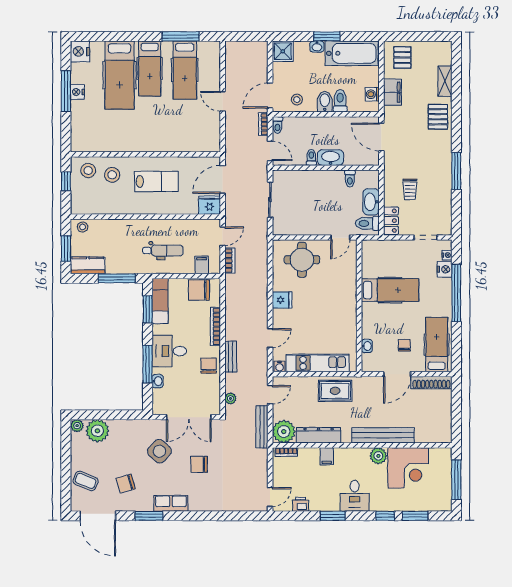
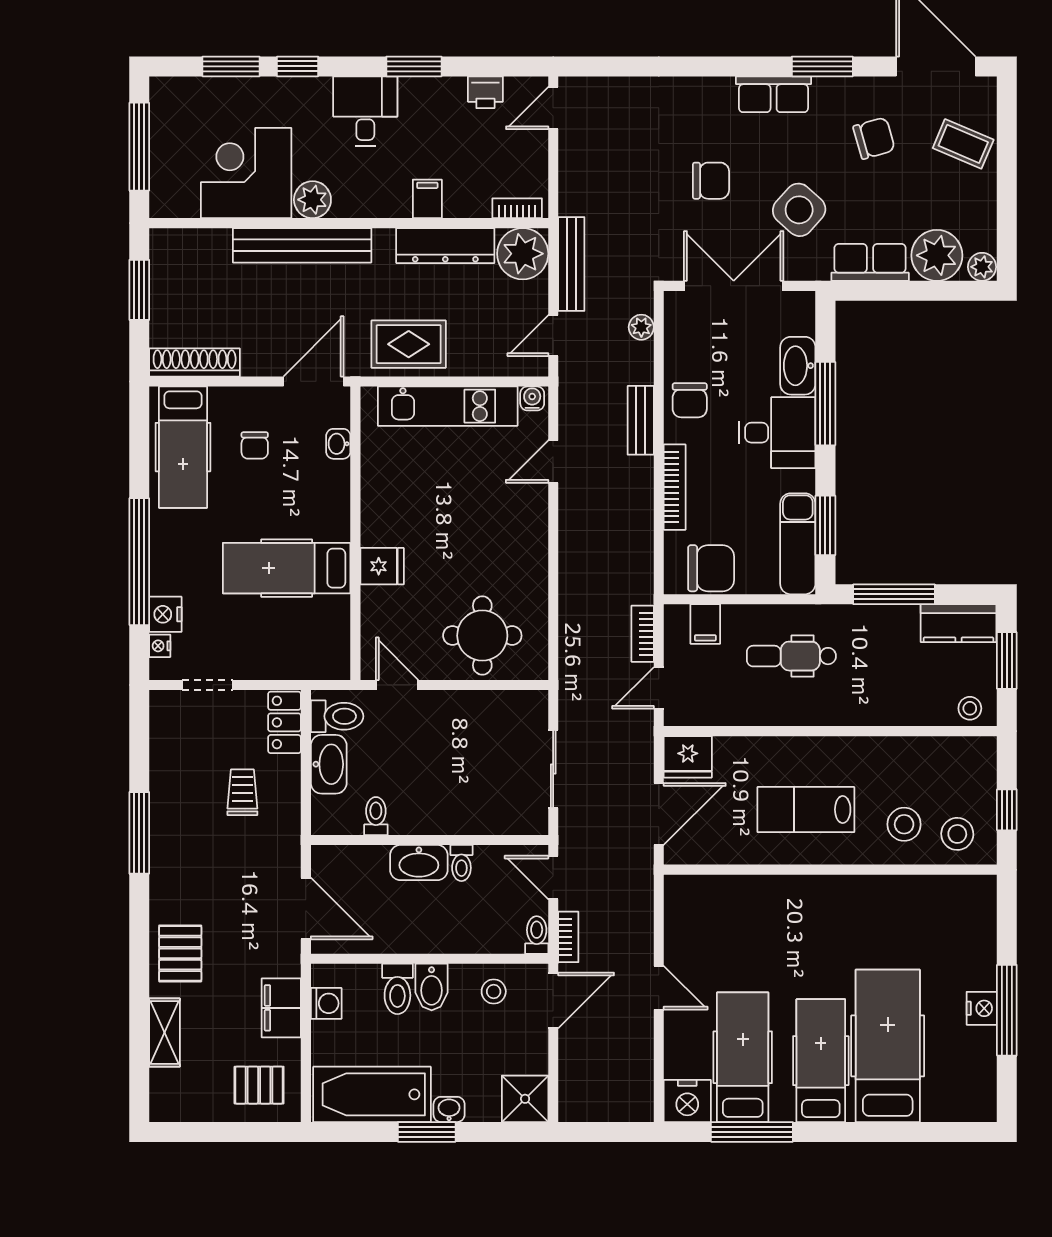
nightstand: (80, 51) -> (687, 1101), moved, turned 90
pallet: (402, 57) -> (259, 1085), turned 90
door: (340, 238) -> (397, 685), hinge flipped
fridge: (282, 300) -> (382, 566), moved, turned 180
door: (397, 374) -> (313, 381), moved
washbasin: (158, 381) -> (798, 366), width x1.91, depth x1.45
window: (456, 415) -> (139, 290), added
row of seats: (127, 428) -> (870, 262), added

